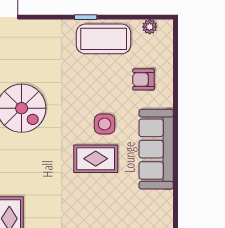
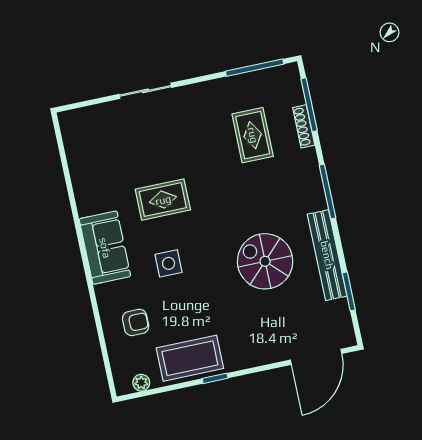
sofa: (156, 149) -> (105, 248), width x0.73
rug: (96, 159) -> (163, 200), moved

